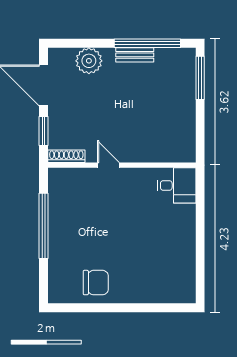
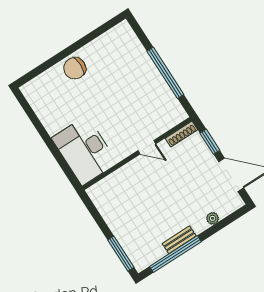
plant: (89, 61) -> (213, 218), width x0.53, depth x0.53
desk: (177, 185) -> (85, 150), width x1.87, depth x1.30
chair: (96, 283) -> (75, 68), moved

